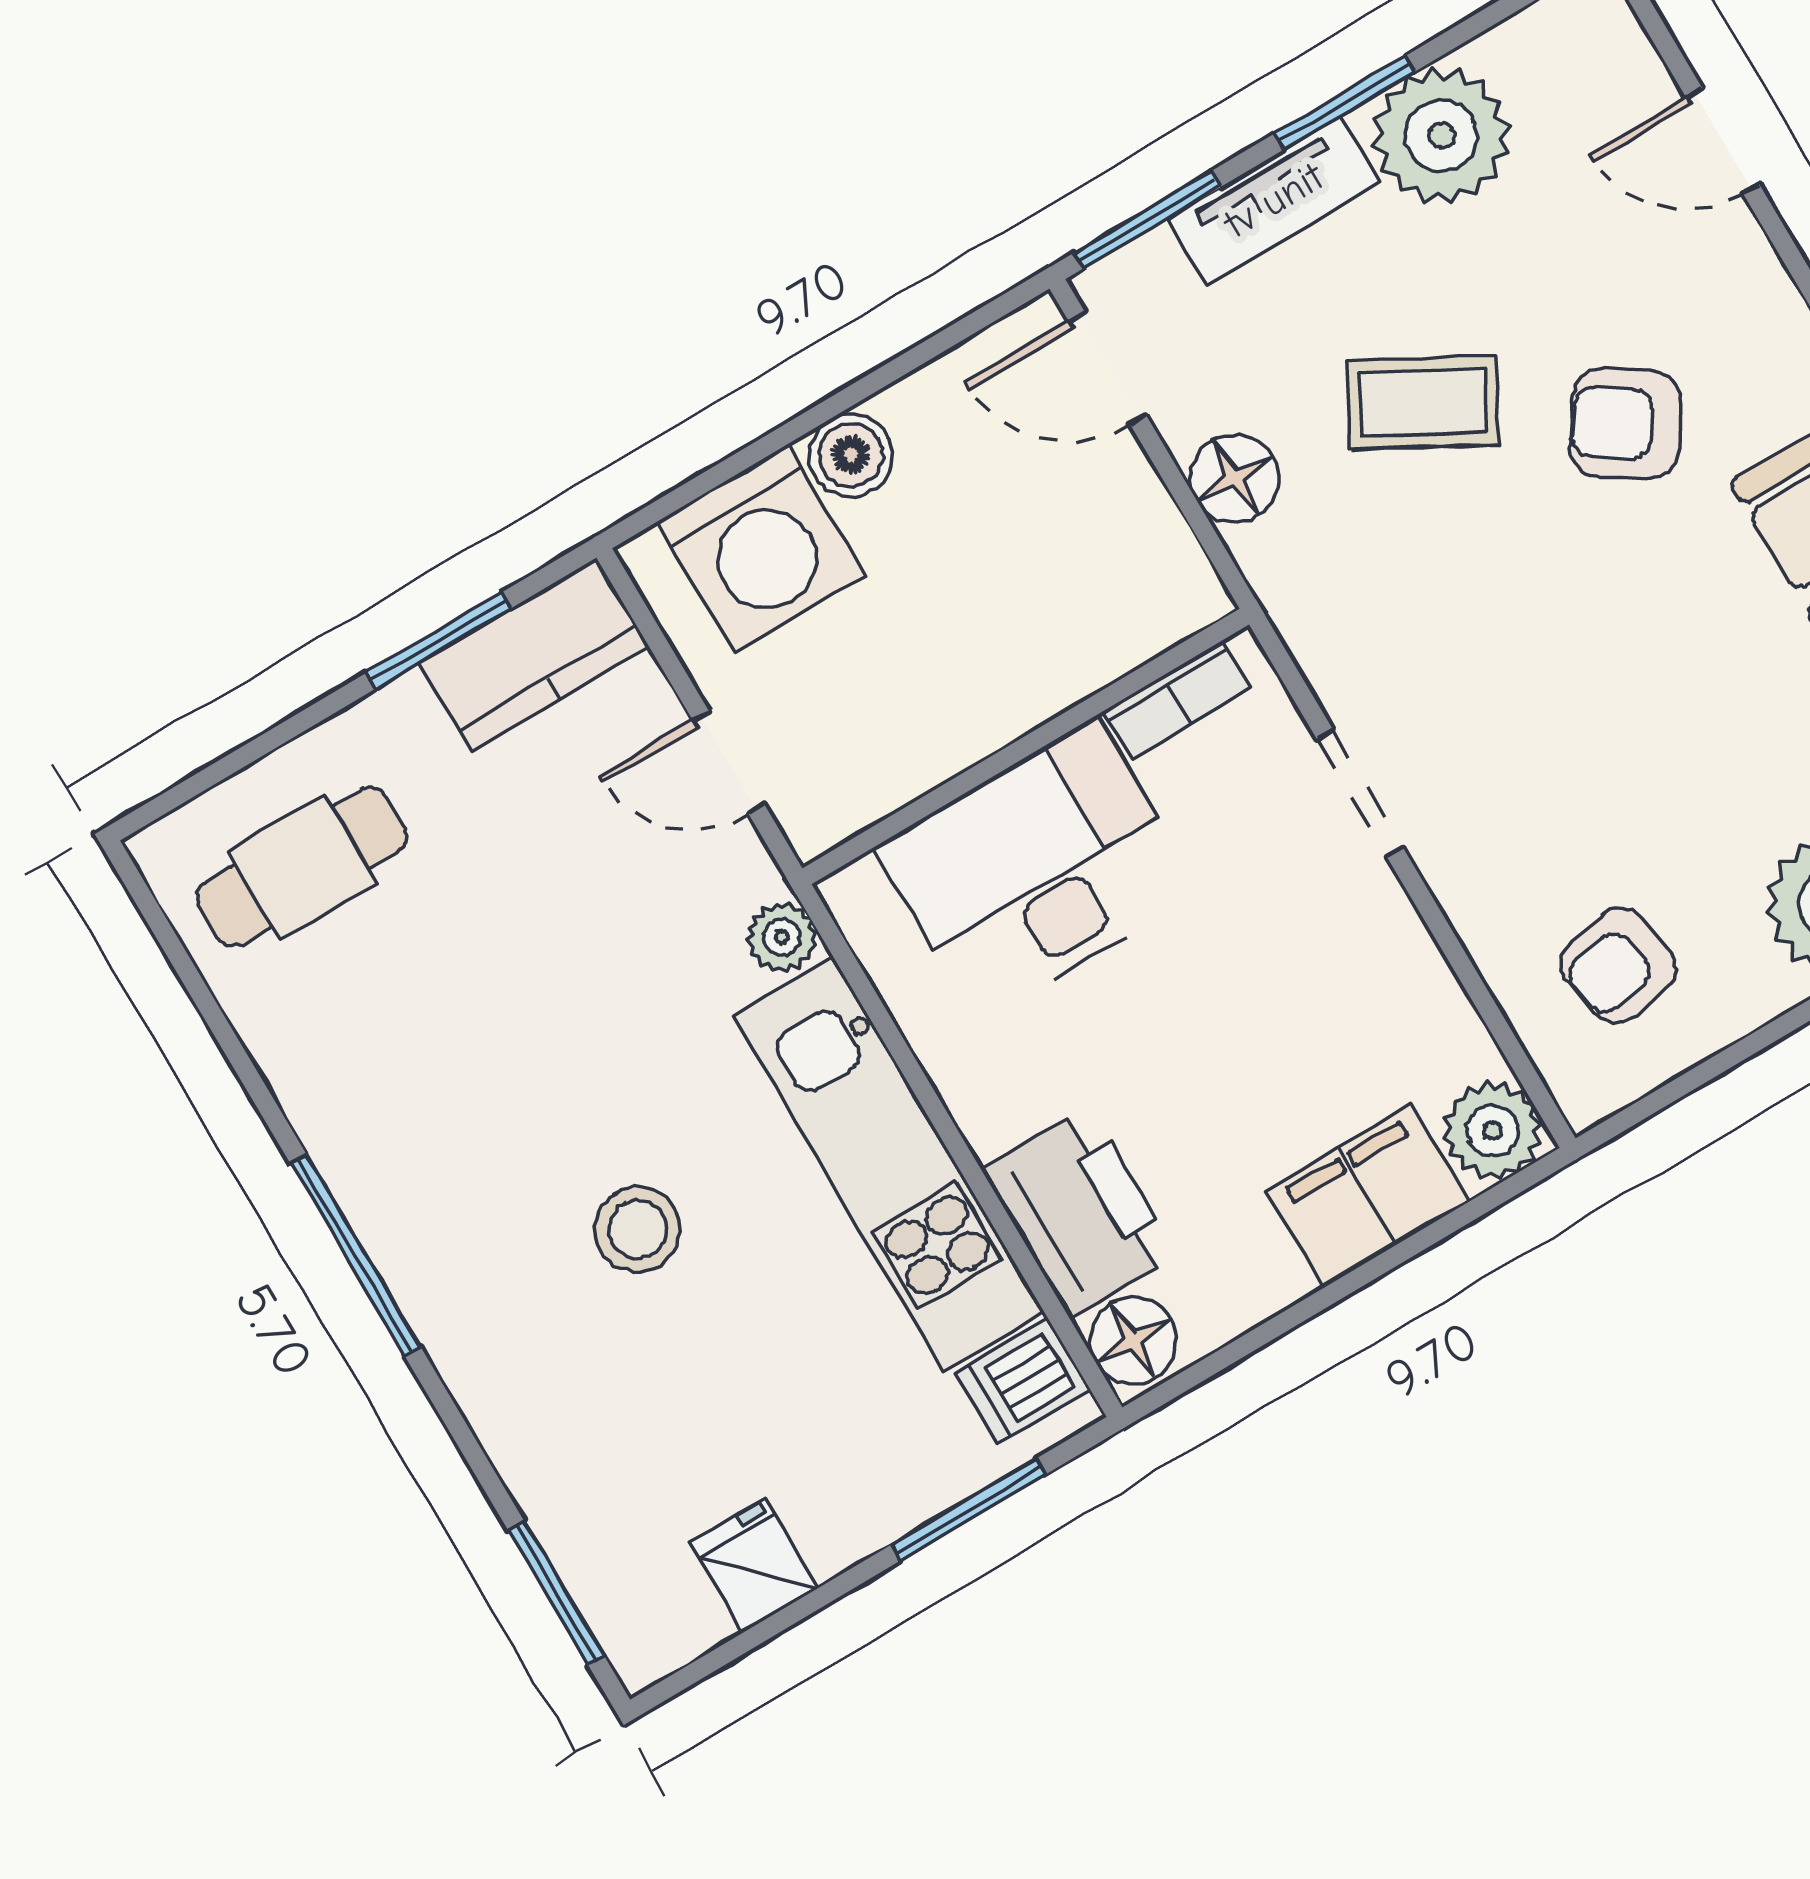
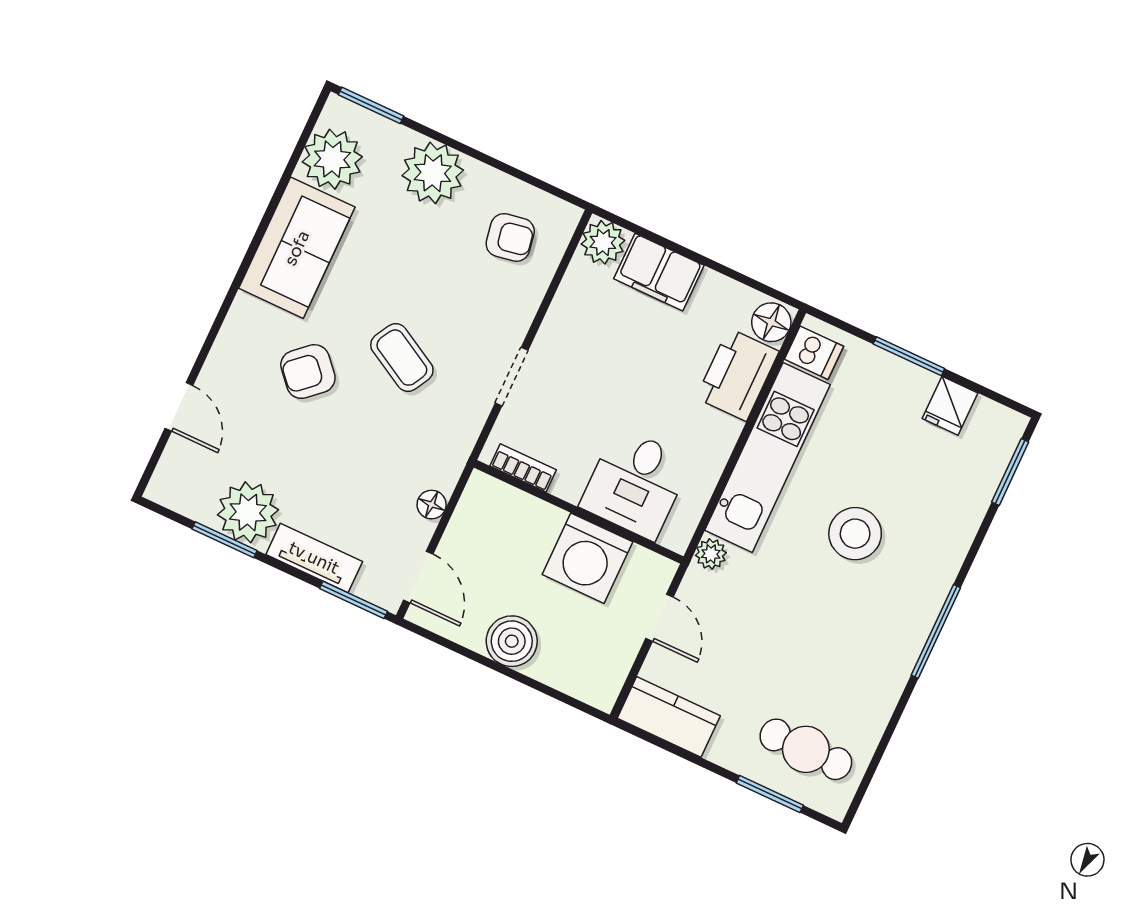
window: (1344, 103) -> (224, 540), moved
coffee table: (1423, 403) -> (402, 358), moved
armchair: (1625, 424) -> (308, 372), turned 105
boiler: (851, 455) -> (512, 641), width x1.36, depth x1.36
floor lamp: (1235, 478) -> (432, 505), width x0.73, depth x0.73
washing machine: (761, 549) -> (587, 558), moved, turned 180
window: (439, 641) -> (770, 794), moved
desk: (1037, 869) -> (636, 483), width x0.73
stool: (638, 1229) -> (855, 534), width x1.38, depth x1.38
window: (968, 1510) -> (909, 356), moved

